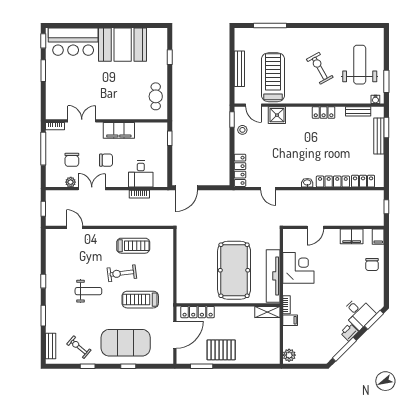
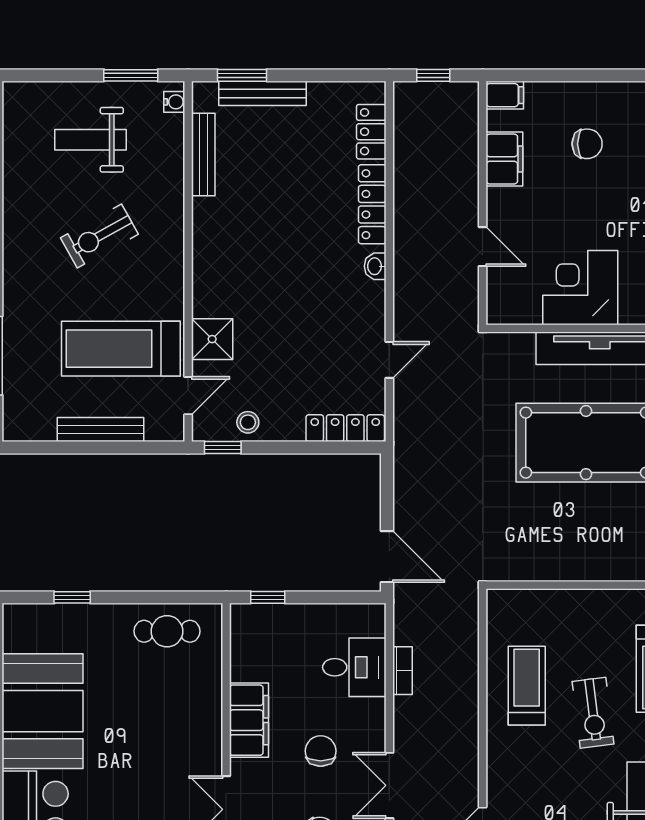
weight bench: (360, 65) -> (90, 140), width x0.73, depth x0.75
bench: (358, 111) -> (203, 154), width x1.36
locker: (324, 113) -> (206, 227), removed
chair: (372, 264) -> (587, 144), moved

